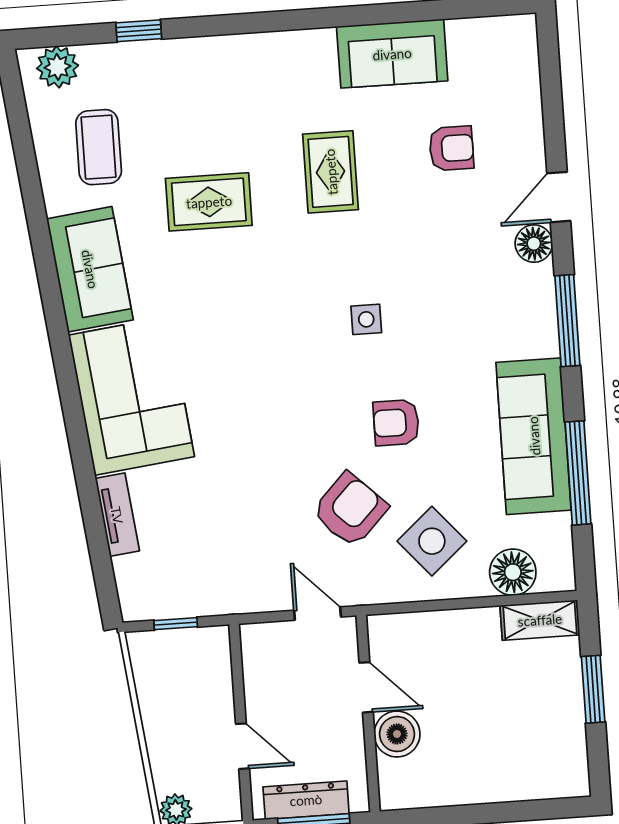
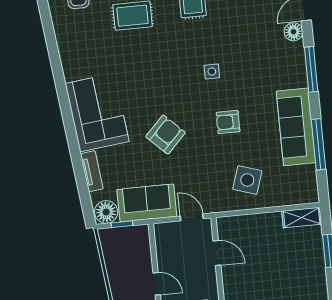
sofa: (90, 269) -> (147, 203), moved, turned -83
armchair: (350, 510) -> (166, 135), moved
side table: (432, 541) -> (247, 180), turned -31
floor lamp: (513, 572) -> (106, 212), moved
boiler: (397, 734) -> (233, 276), removed

